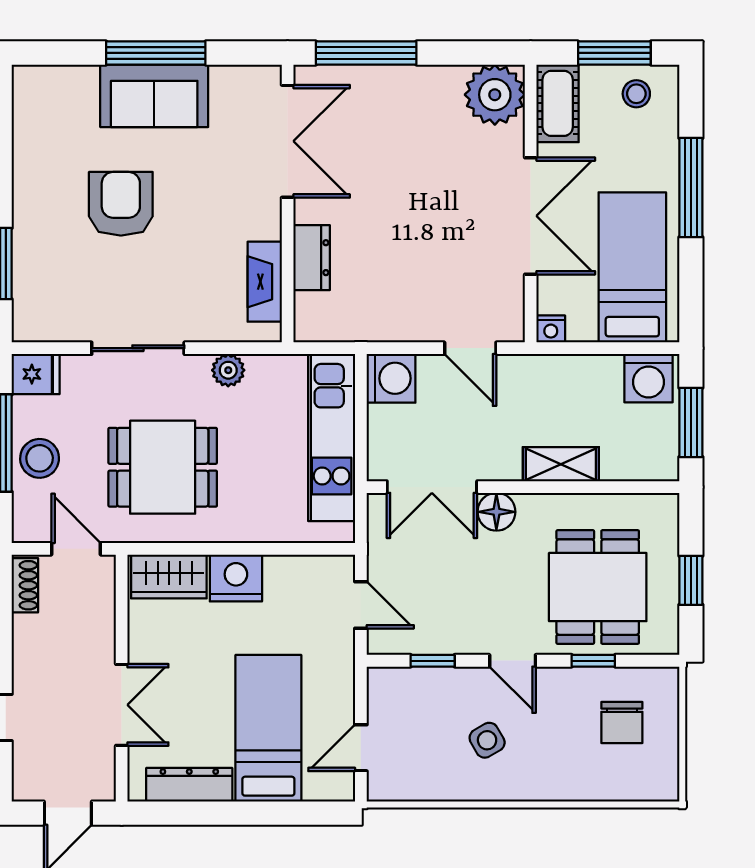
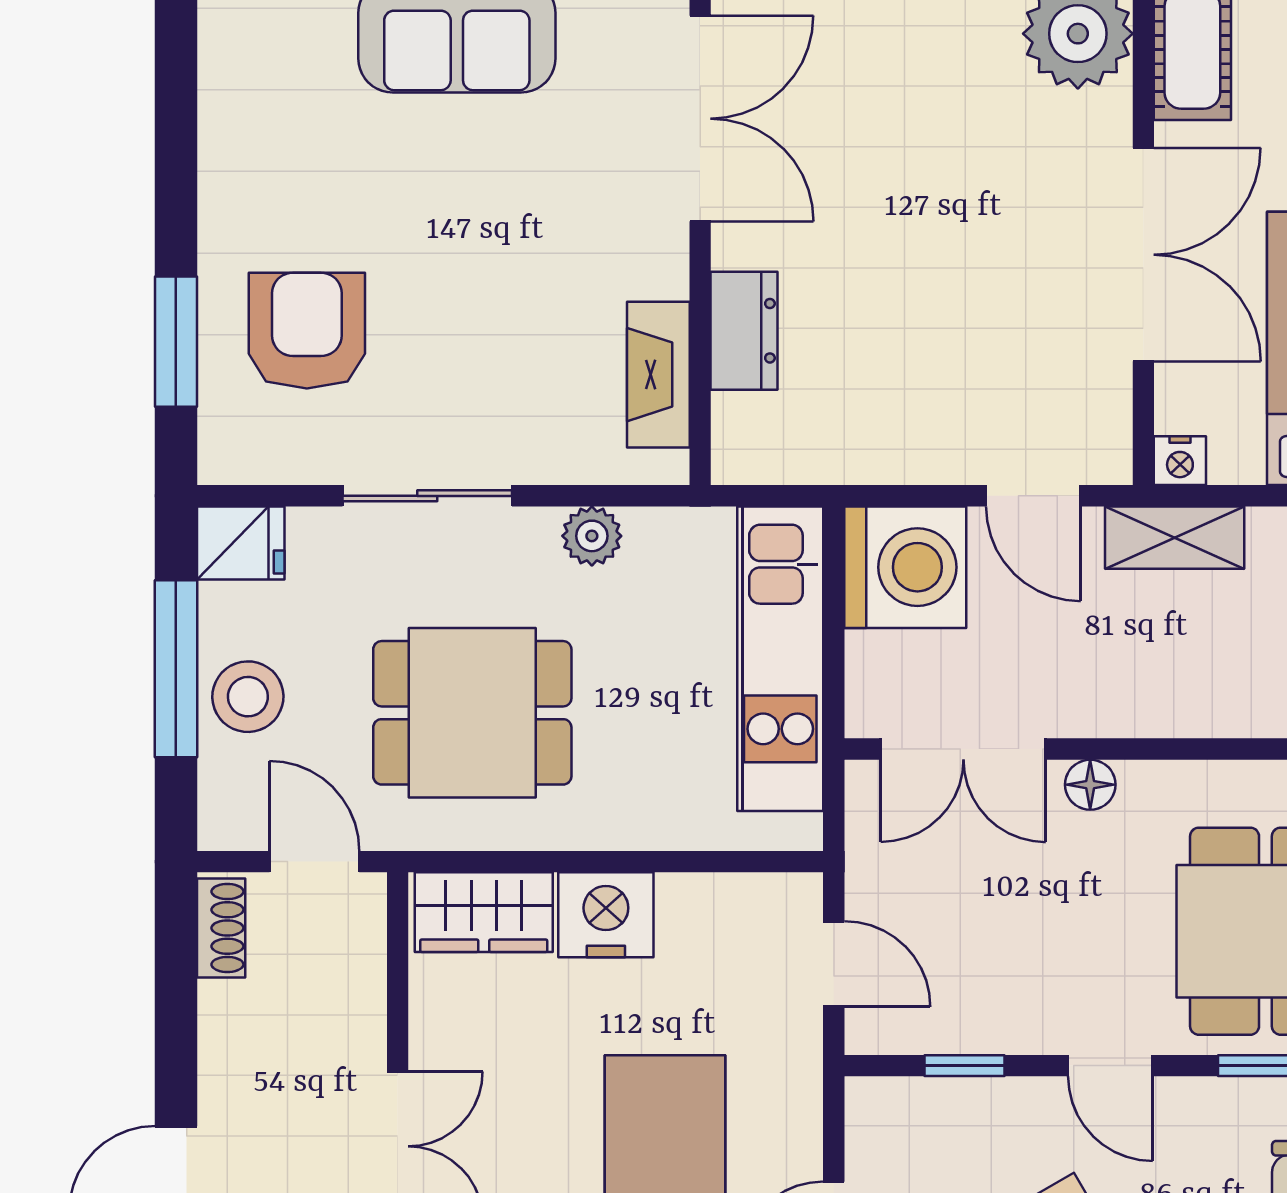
armchair: (121, 204) -> (307, 331), moved
washing machine: (391, 378) -> (905, 567), width x1.37, depth x1.37
shelving: (561, 464) -> (1175, 538), moved
floor lamp: (496, 512) -> (1090, 785), width x0.73, depth x0.73

